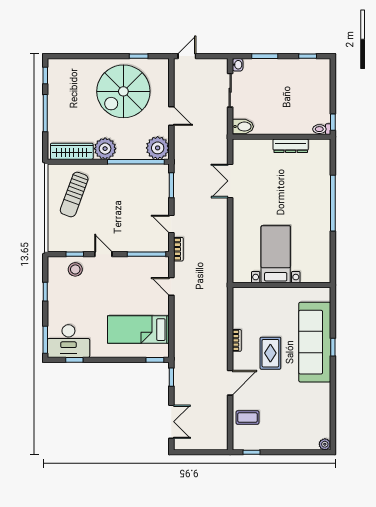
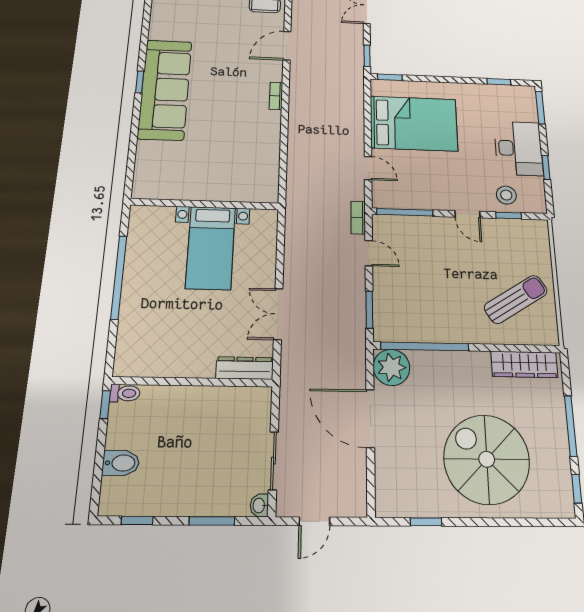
door: (187, 56) -> (314, 521), moved
spiral stairs: (123, 91) -> (487, 459), moved, turned -90
door: (171, 116) -> (370, 418), width x1.87
bidet: (243, 127) -> (121, 463), moved, turned 180
dresser: (291, 146) -> (245, 368), moved
plant: (105, 149) -> (473, 368), removed
double door: (230, 181) -> (278, 314), swing flipped
sun lounger: (74, 195) -> (516, 299), turned 38
bed with nightstands: (276, 254) -> (211, 248), moved
wall: (281, 285) -> (205, 204), moved
bed: (138, 330) -> (414, 123), width x1.50
desk: (68, 341) -> (518, 148), moved, turned 90
rug: (270, 353) -> (229, 78), removed

